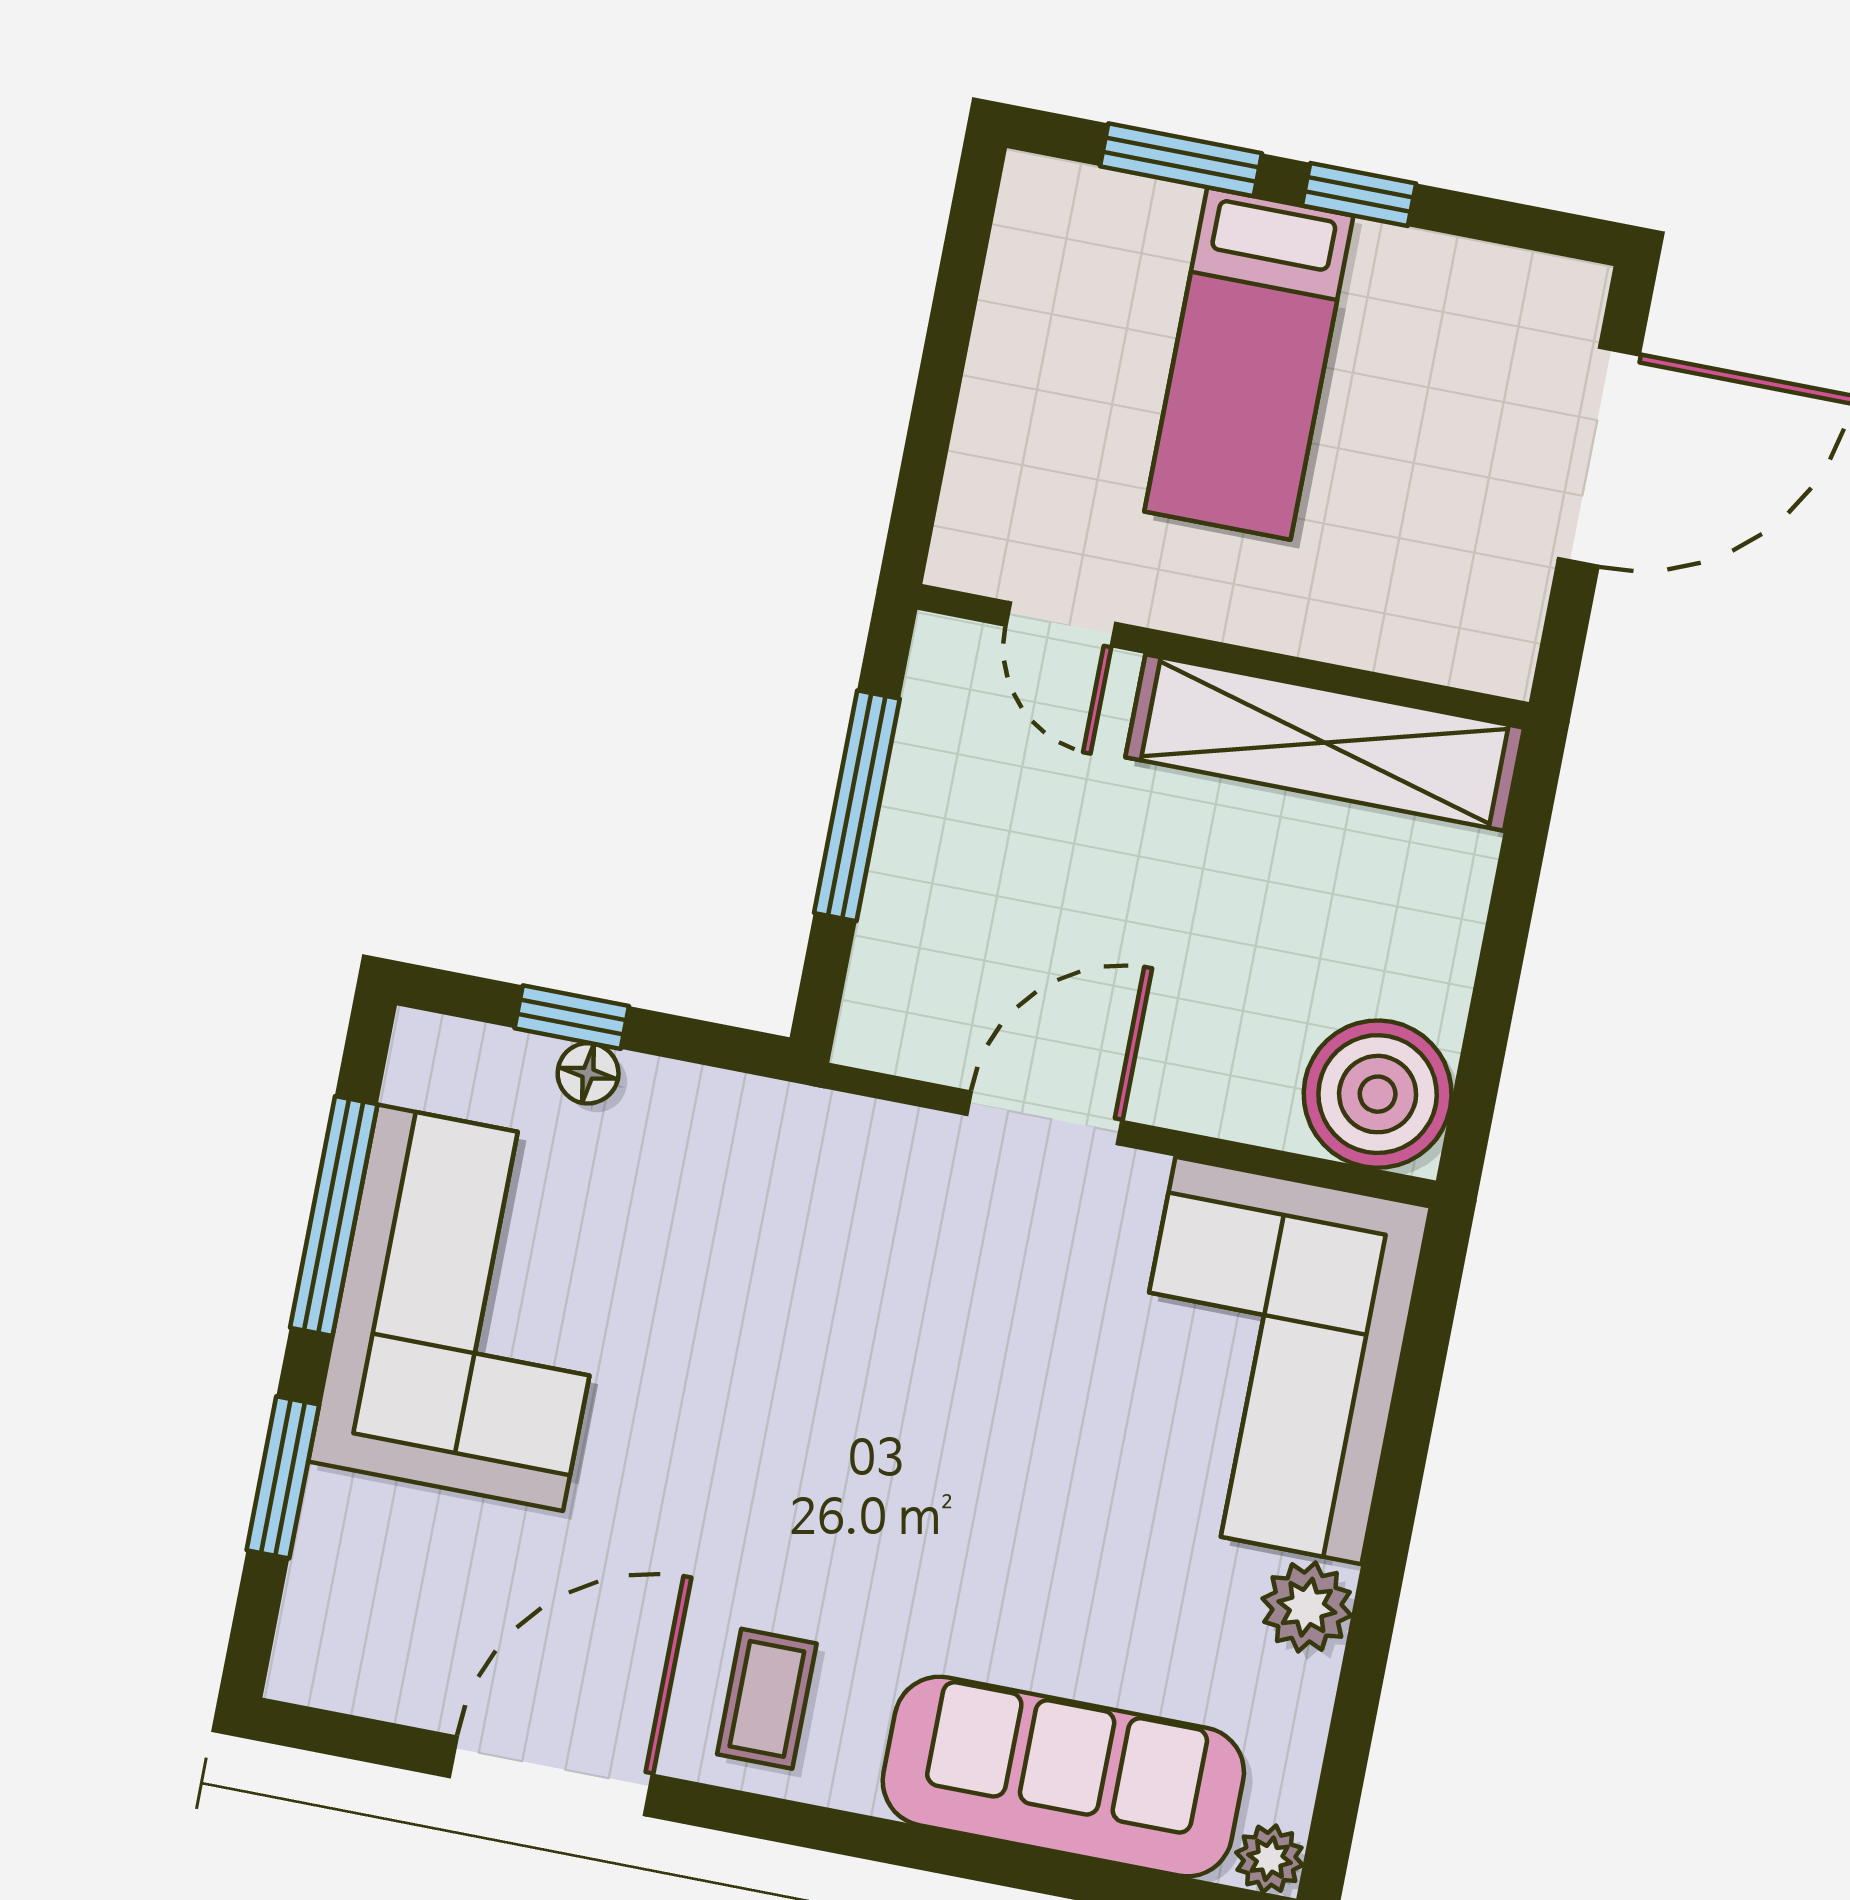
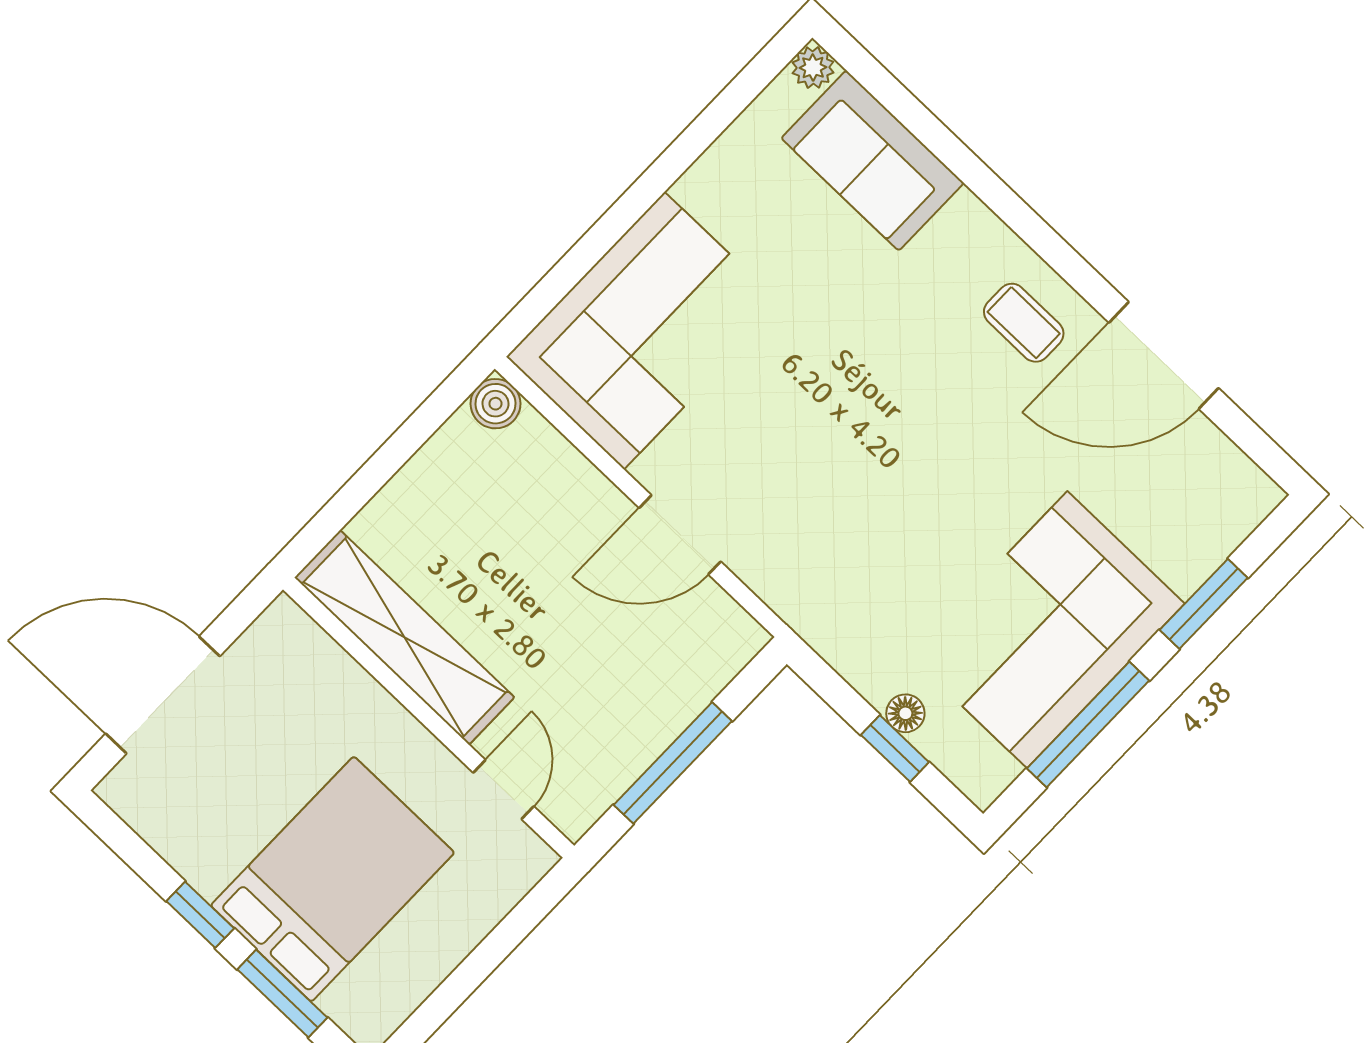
bed: (1249, 364) -> (333, 879), width x1.50
boiler: (1378, 1094) -> (495, 404), width x0.54, depth x0.54
plant: (1307, 1607) -> (708, 188), removed
coffee table: (767, 1699) -> (1024, 323), turned 90
sofa: (1063, 1777) -> (873, 161), width x0.73

